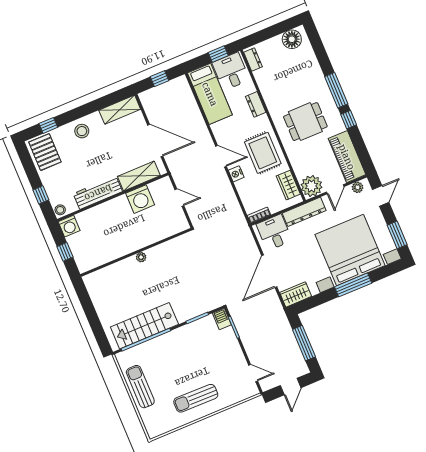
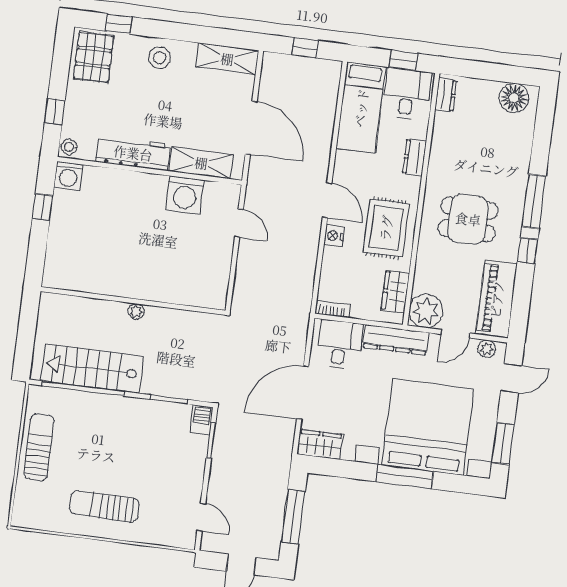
wall: (136, 252) -> (133, 301), moved
plant: (141, 257) -> (136, 311), moved

